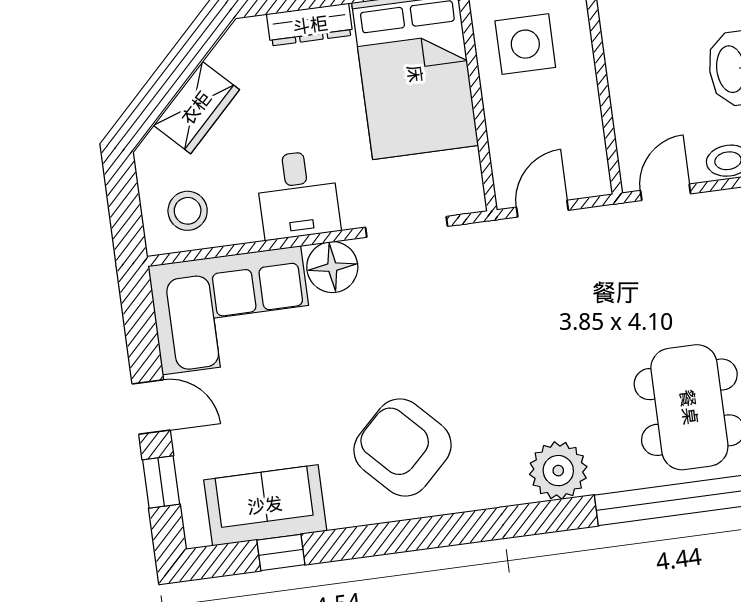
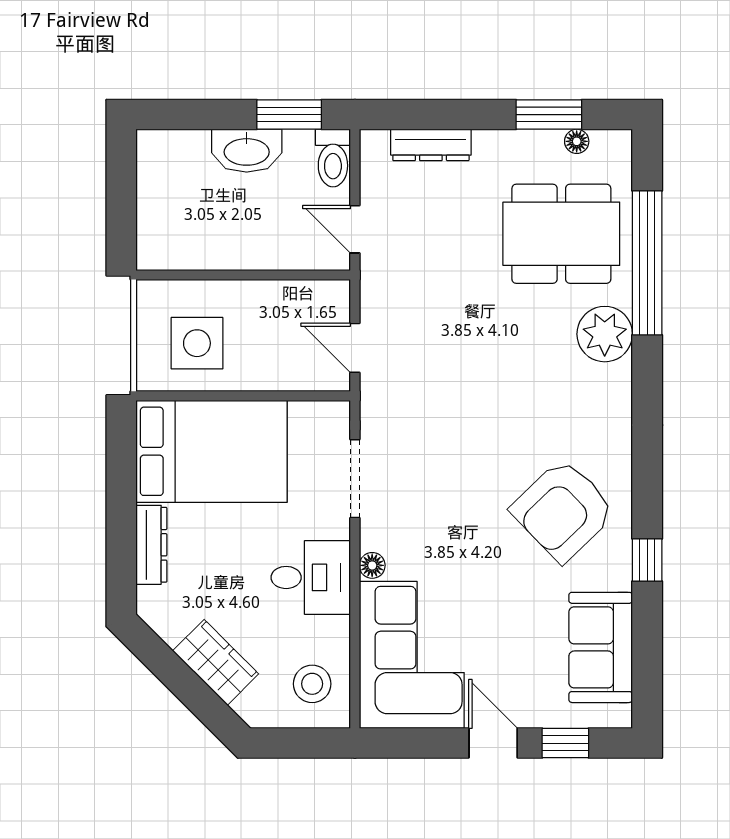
floor lamp: (332, 267) -> (372, 565), width x0.53, depth x0.53
door: (151, 407) -> (493, 743), hinge flipped
plant: (558, 471) -> (605, 334), moved
window: (281, 552) -> (647, 560), moved

